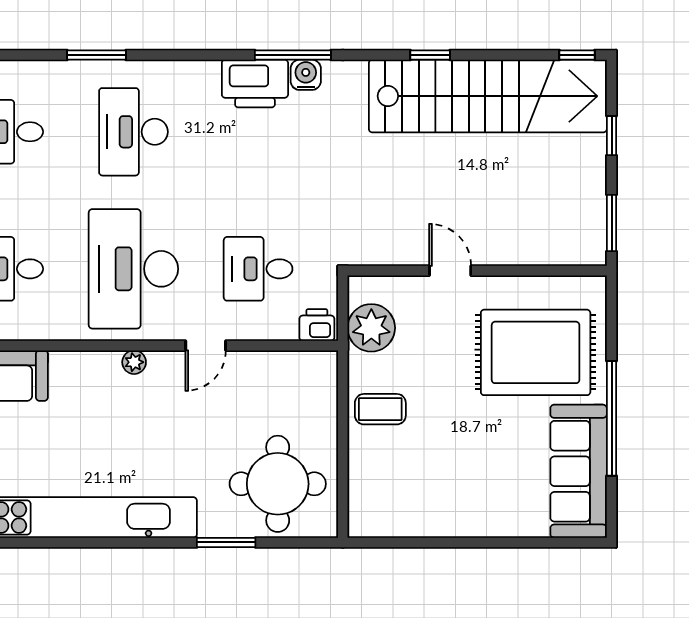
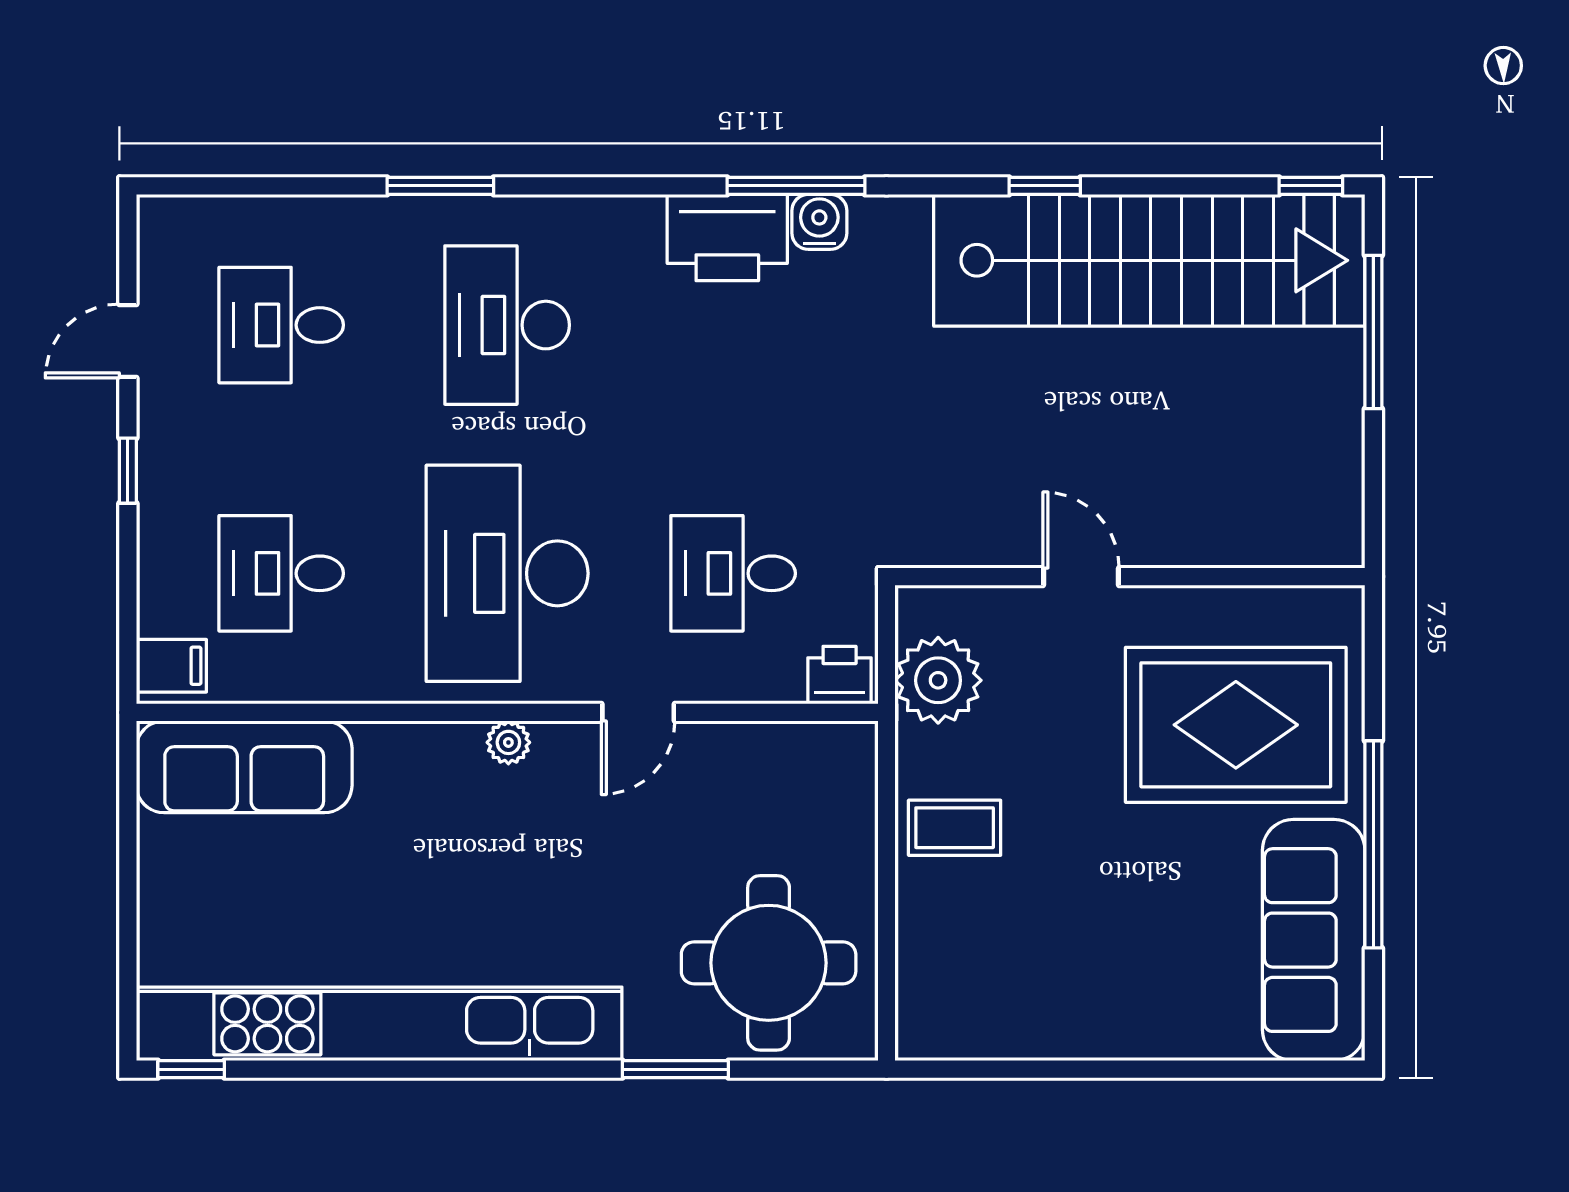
window: (612, 136) -> (1373, 332), width x2.17
window: (612, 223) -> (1373, 490), removed

